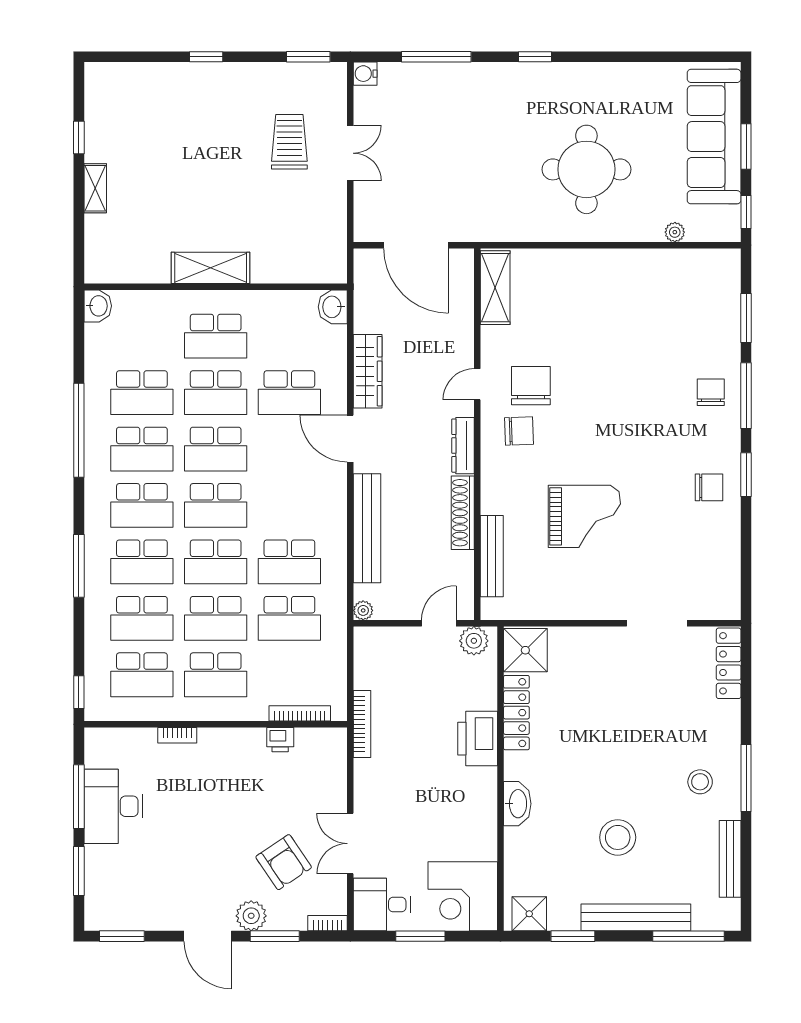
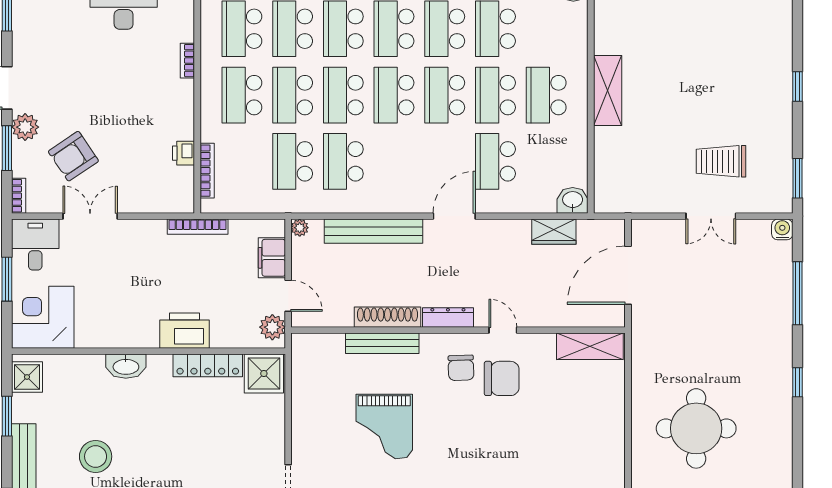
trolley: (289, 142) -> (721, 161), turned 180
wardrobe: (368, 371) -> (554, 232), moved, width x0.67
bench: (492, 556) -> (382, 343), moved
filing cabinet: (397, 641) -> (272, 258), added

